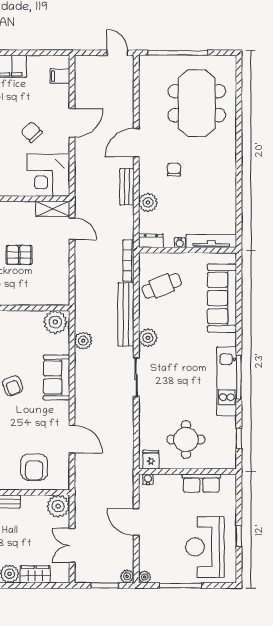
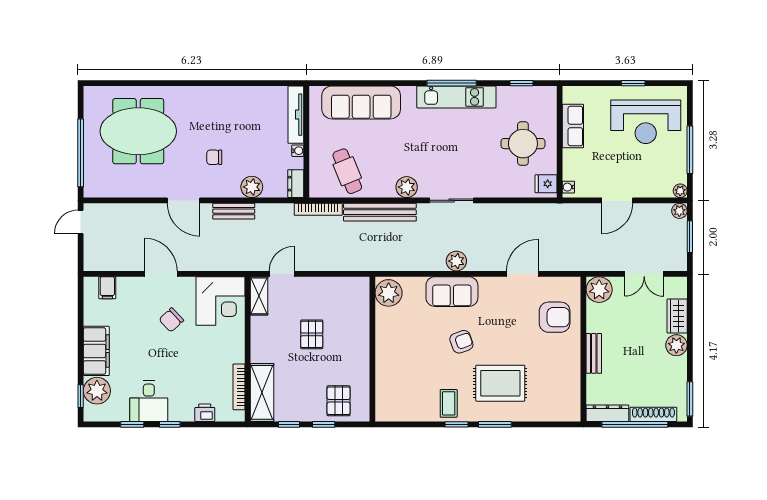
plant: (83, 341) -> (456, 261), moved

